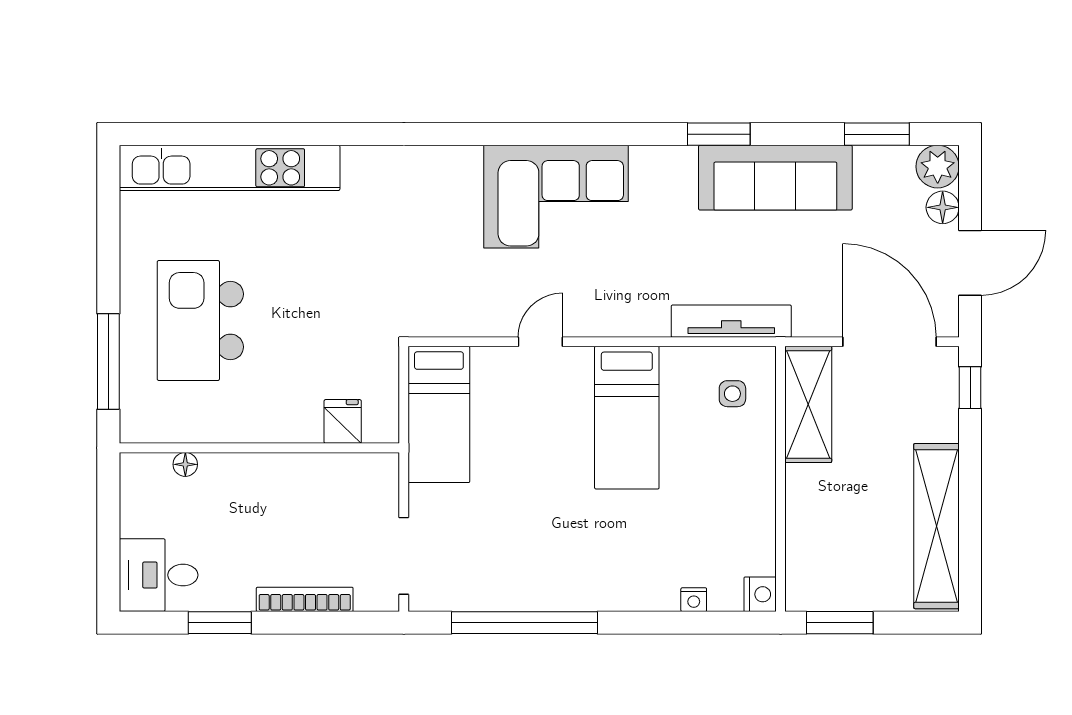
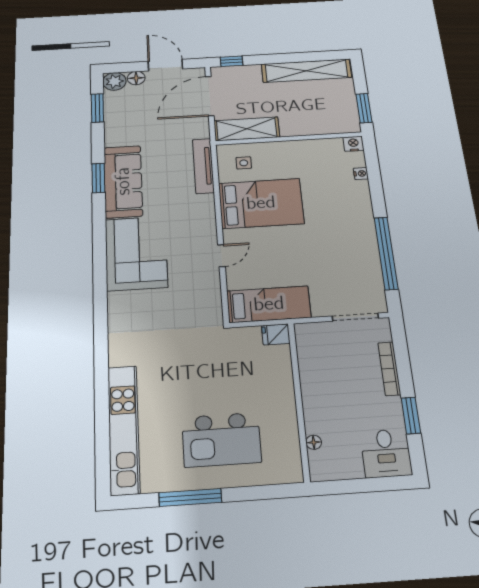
sofa: (775, 178) -> (123, 181), moved
door: (540, 342) -> (221, 256), swing flipped
window: (108, 361) -> (190, 497), moved
bed: (627, 418) -> (261, 203), width x1.50
fridge: (343, 421) -> (276, 334), moved

